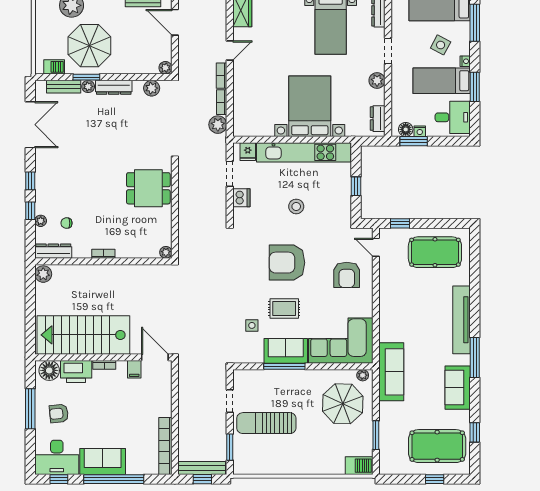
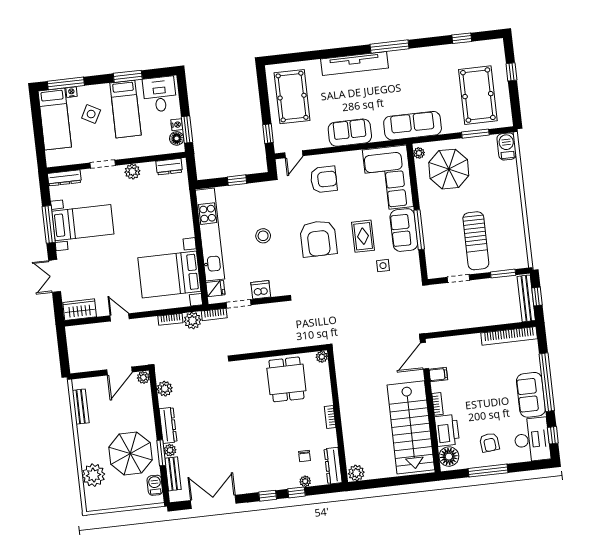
door: (175, 22) -> (119, 371), moved
nightstand: (465, 61) -> (71, 92), moved
bookcase: (222, 76) -> (214, 314), moved
bed with nightstands: (310, 106) -> (169, 274), moved
dining table: (148, 188) -> (286, 379), moved
sofa: (458, 388) -> (350, 133), moved, turned 180
pool table: (437, 446) -> (478, 95), moved

